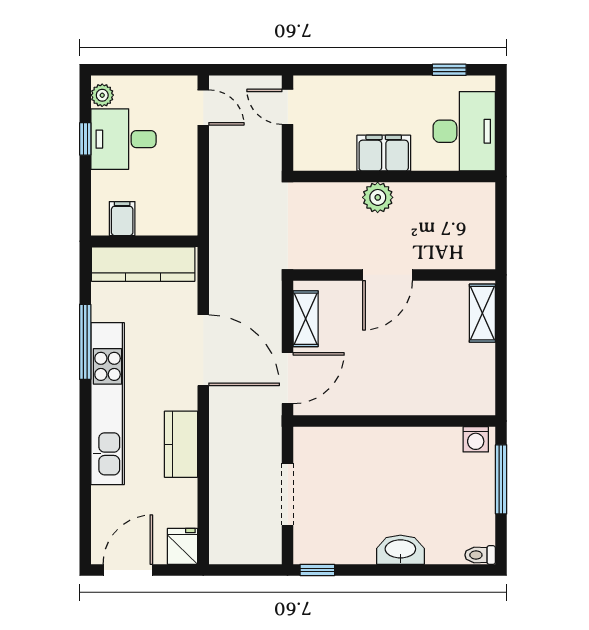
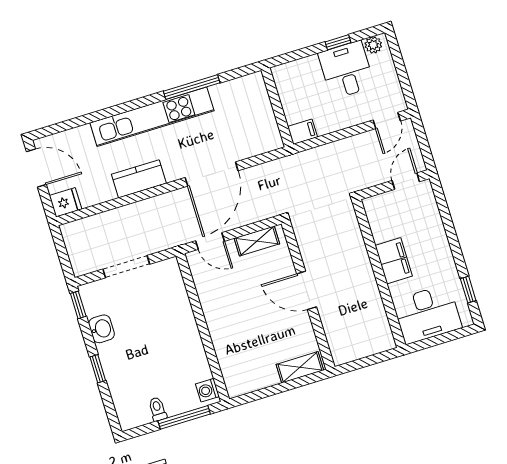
plant: (378, 197) -> (360, 266), removed
filing cabinet: (122, 219) -> (303, 132), moved
kitchen counter: (143, 264) -> (261, 112), removed
door: (288, 378) -> (210, 241), width x0.73
washbasin: (400, 550) -> (101, 329), moved, width x0.72
toilet: (480, 555) -> (158, 409), moved
window: (406, 570) -> (98, 369), added

